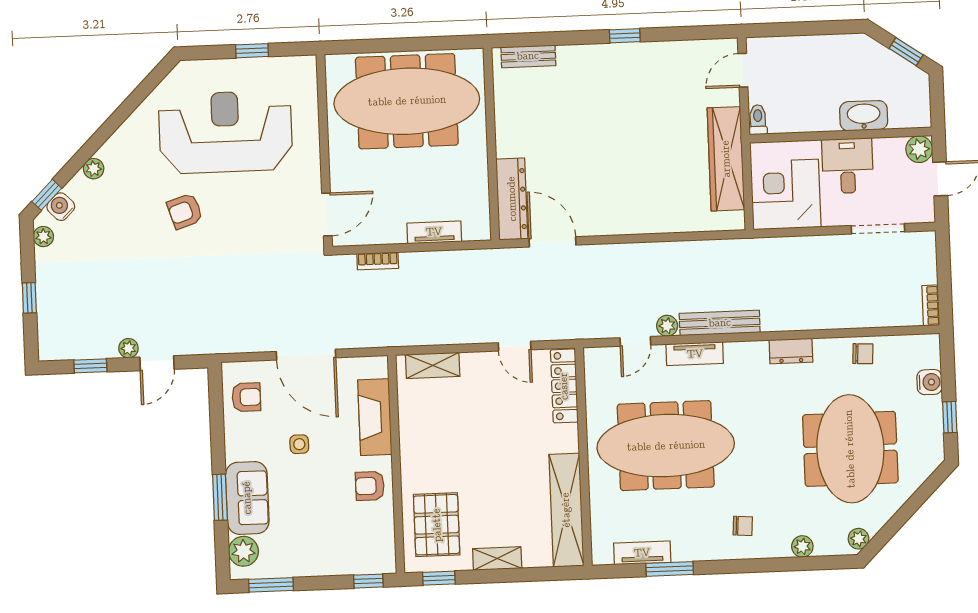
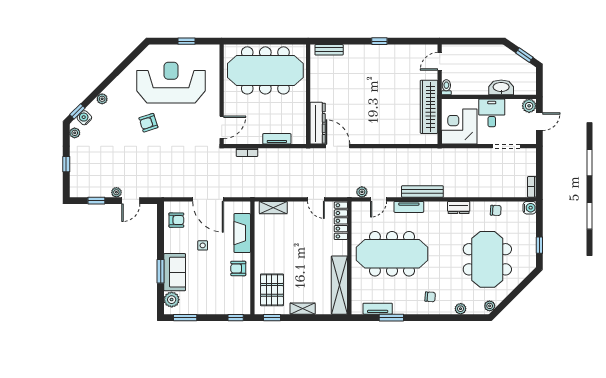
plant: (667, 326) -> (362, 192), moved
water cooler: (929, 382) -> (530, 208), moved

